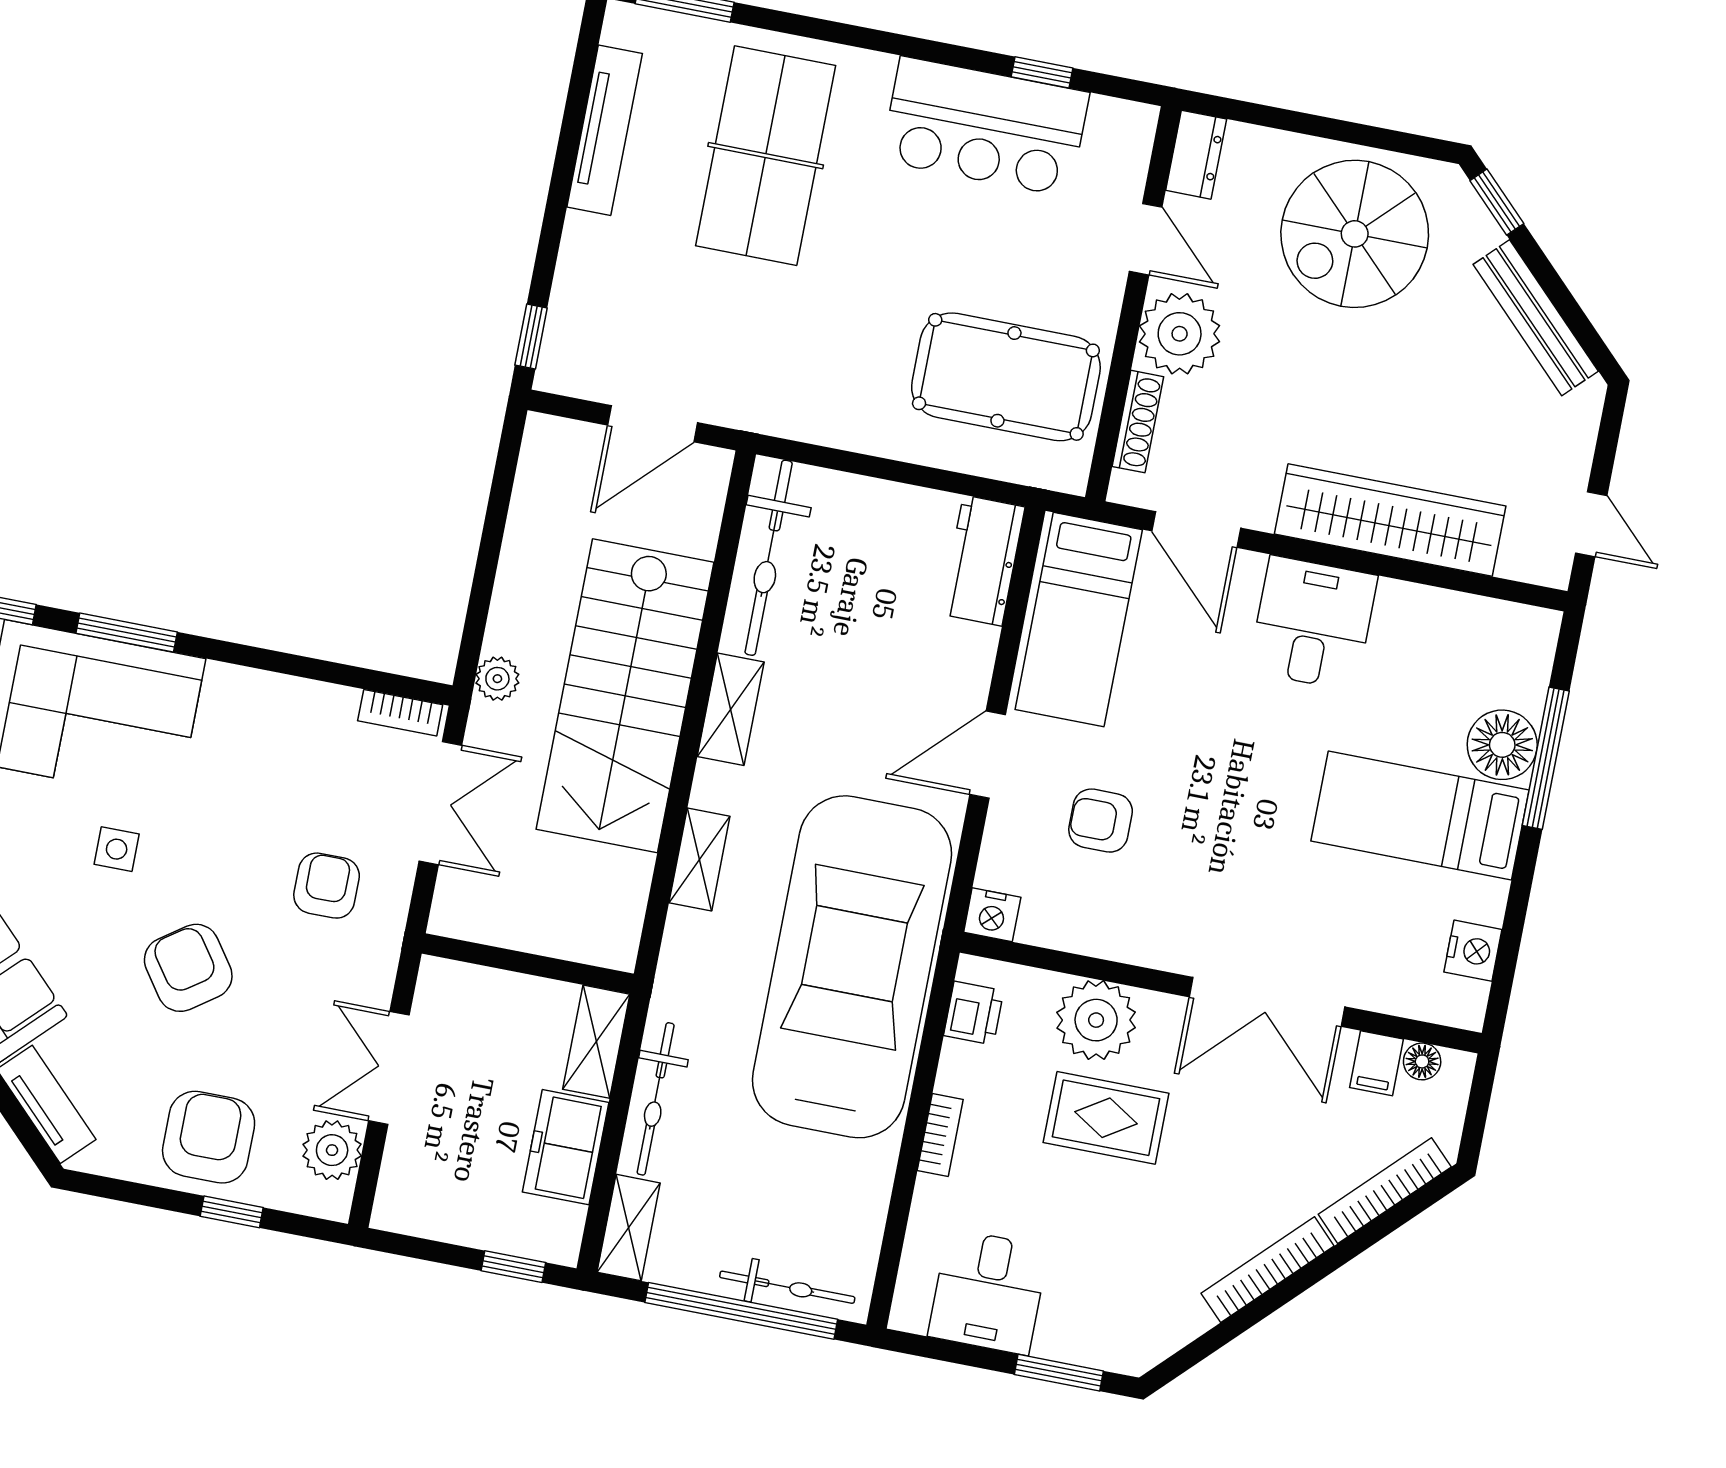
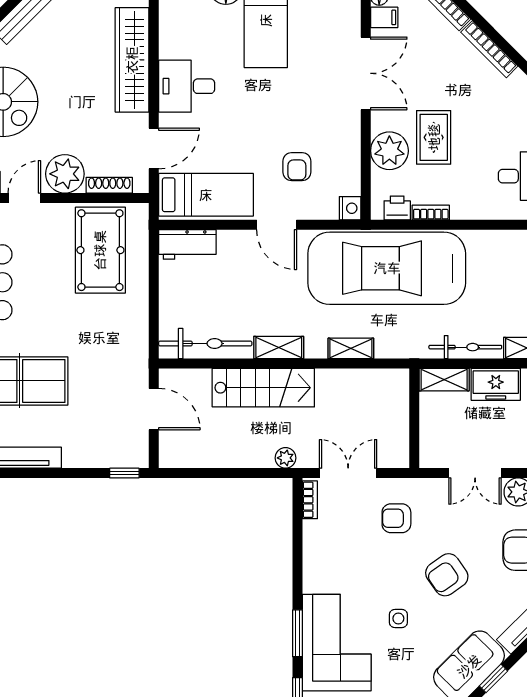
stairs: (625, 696) -> (263, 388), width x0.73, depth x0.66
bookcase: (940, 1135) -> (431, 212), moved

